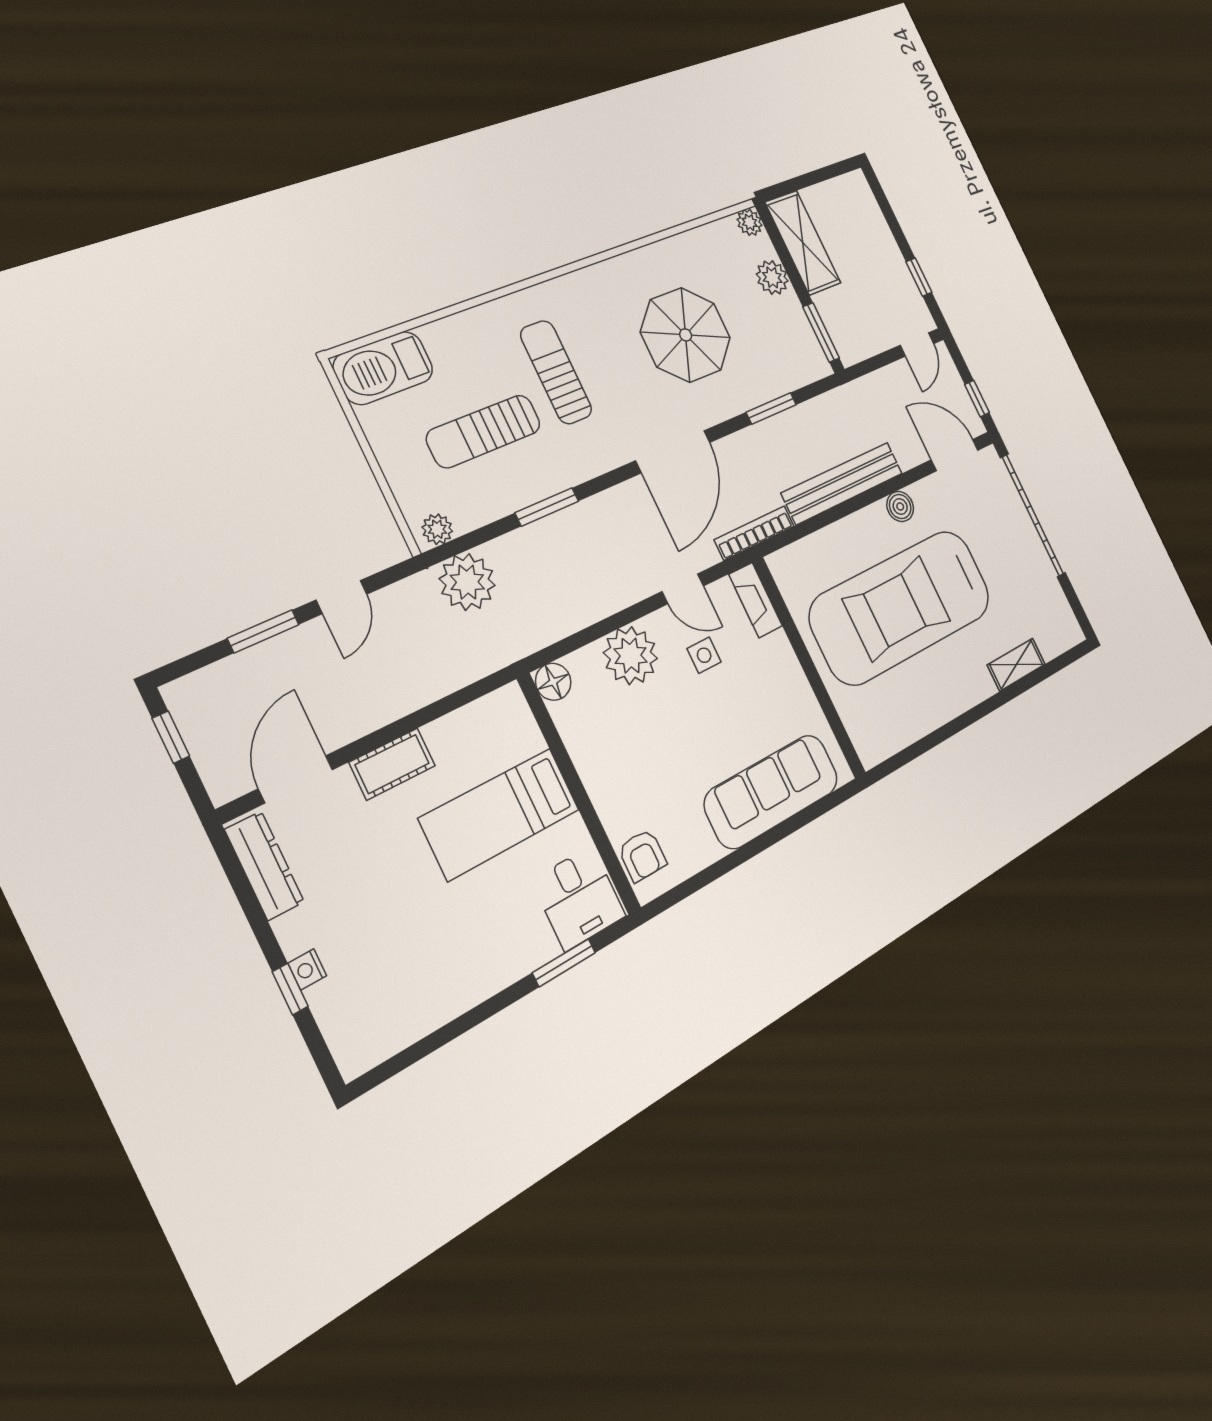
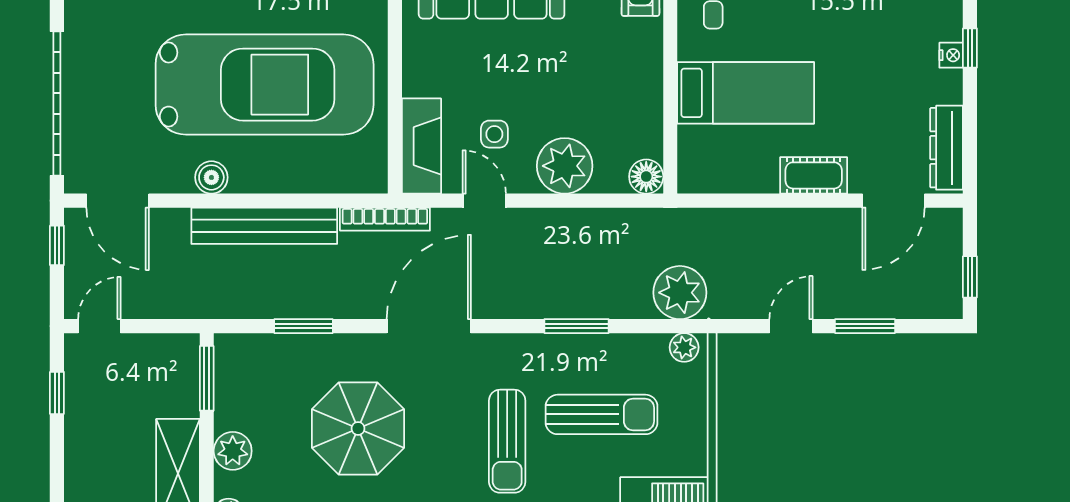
fireplace: (756, 600) -> (422, 146), width x1.37, depth x1.32

